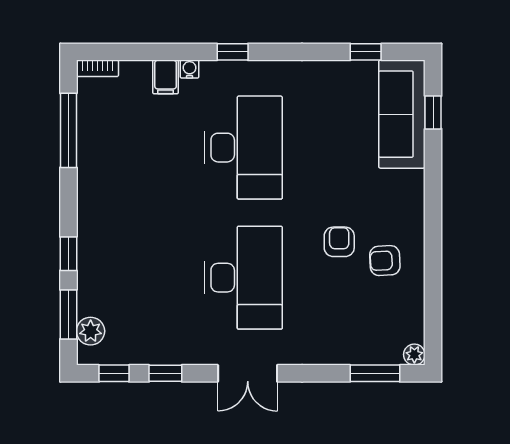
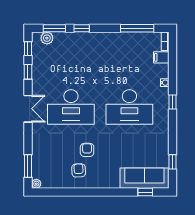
filing cabinet: (166, 77) -> (161, 57), moved
armchair: (339, 242) -> (87, 150), turned -90
double door: (248, 373) -> (28, 109), swing flipped

